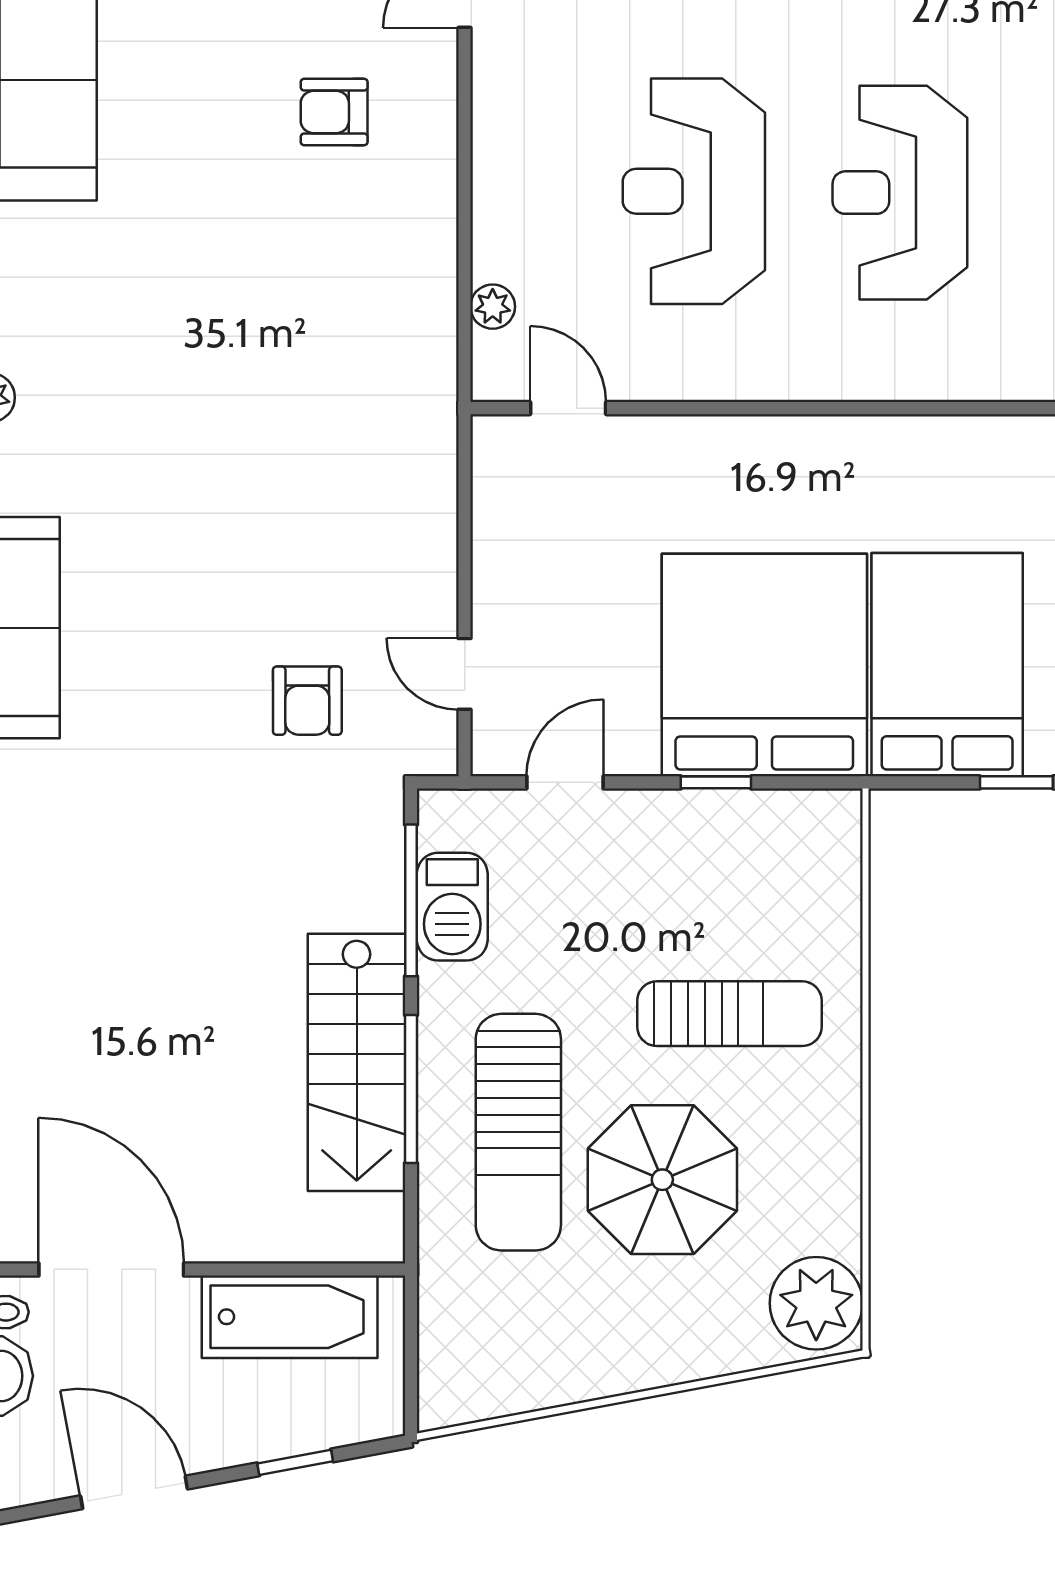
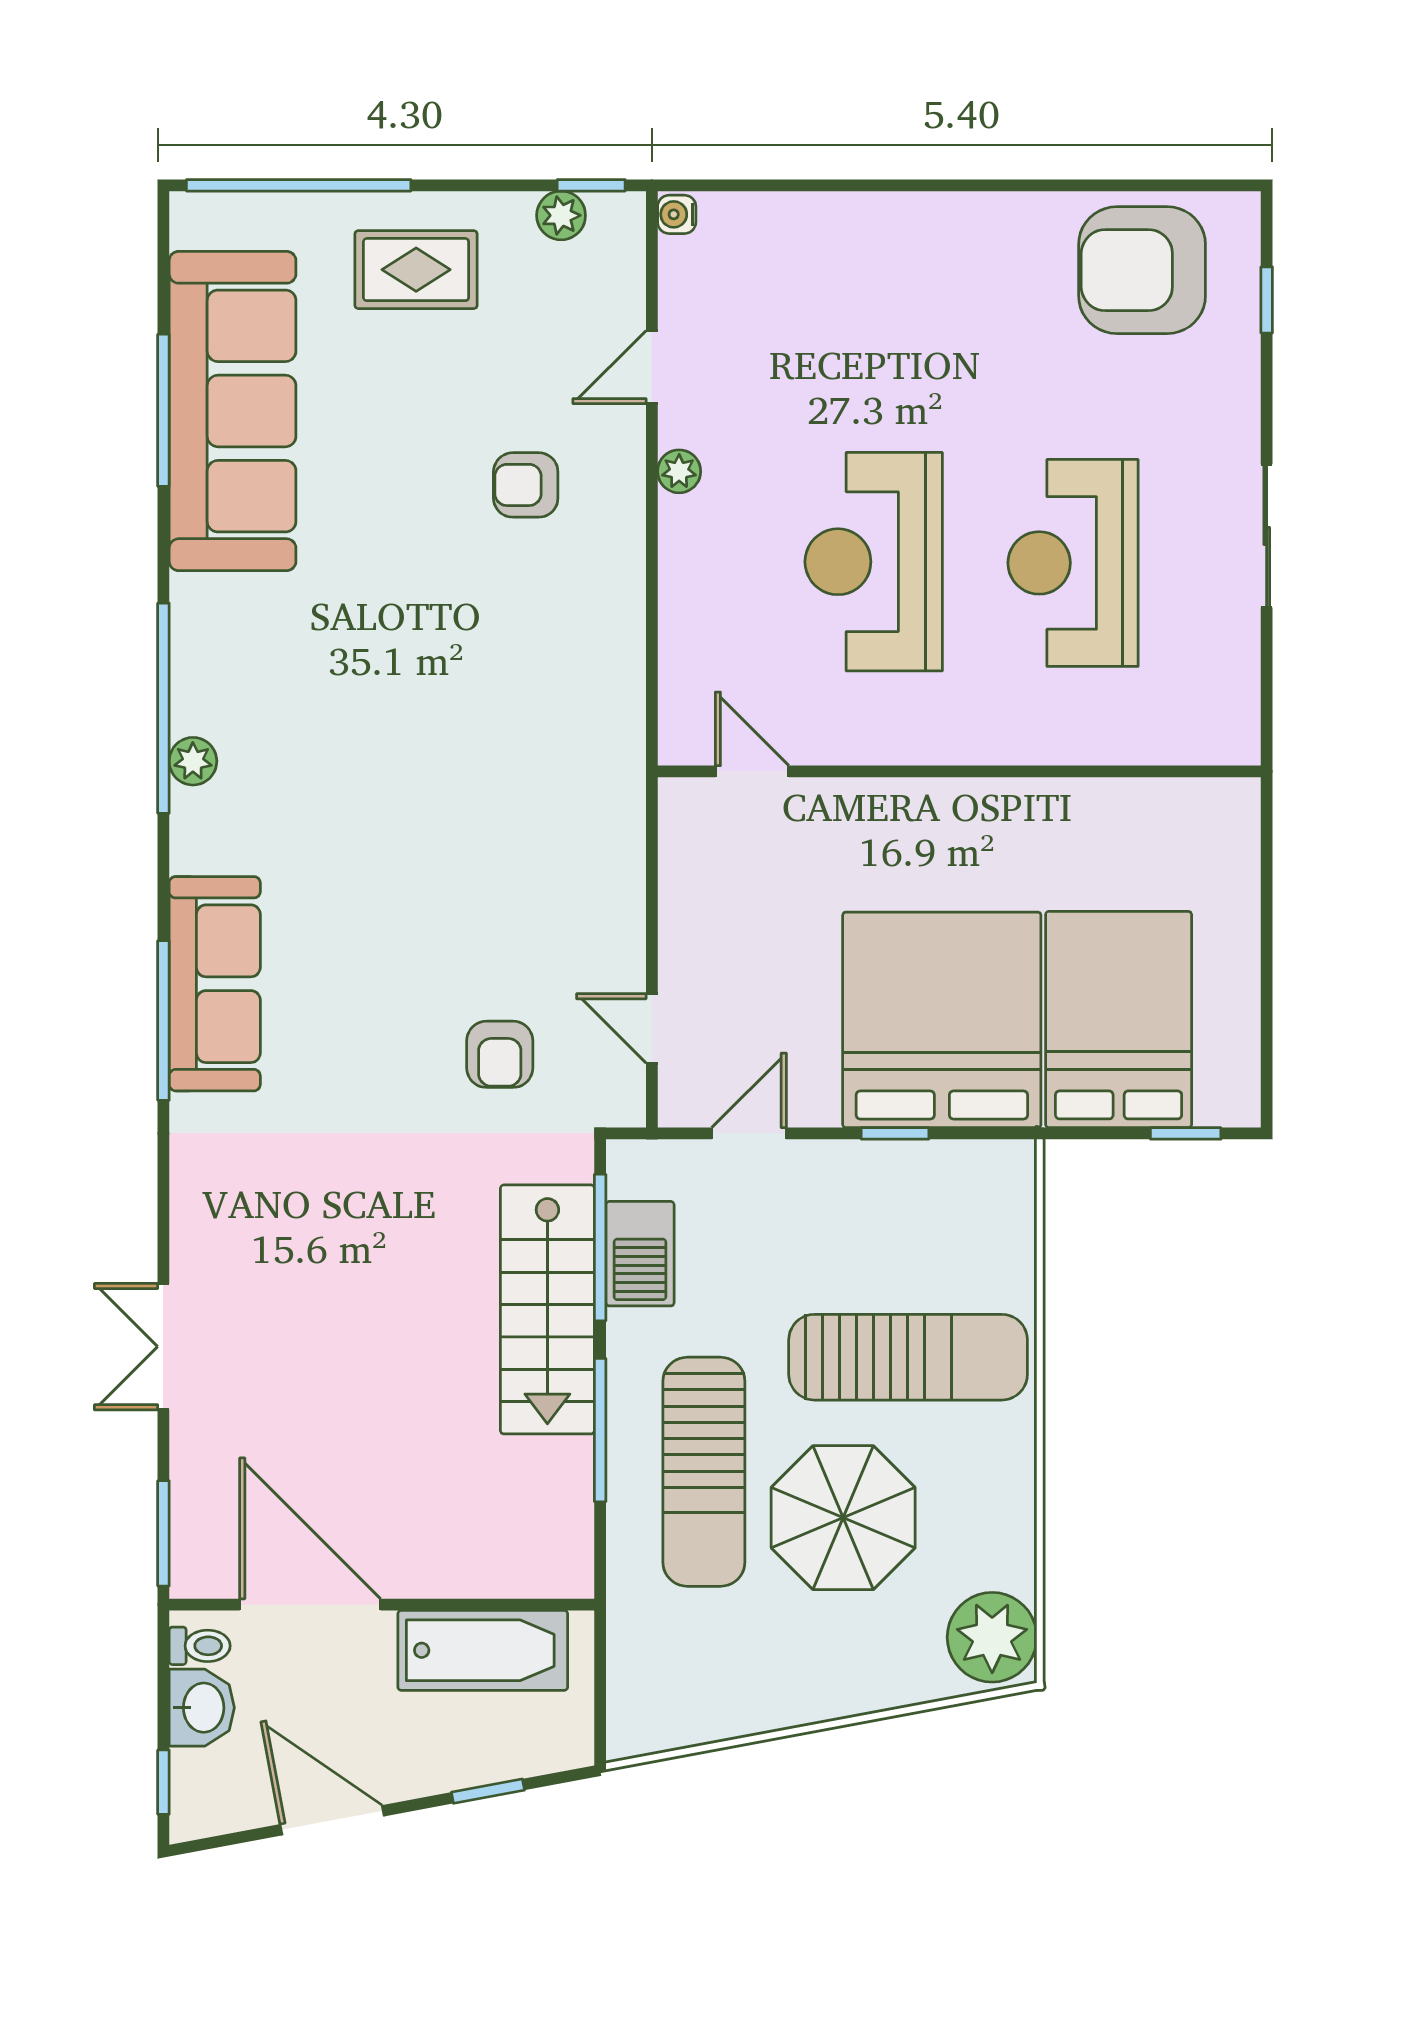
plant: (493, 307) -> (679, 471), moved
sun lounger: (729, 1014) -> (908, 1357), width x1.36, depth x1.34
stairs: (357, 1062) -> (547, 1309), moved

